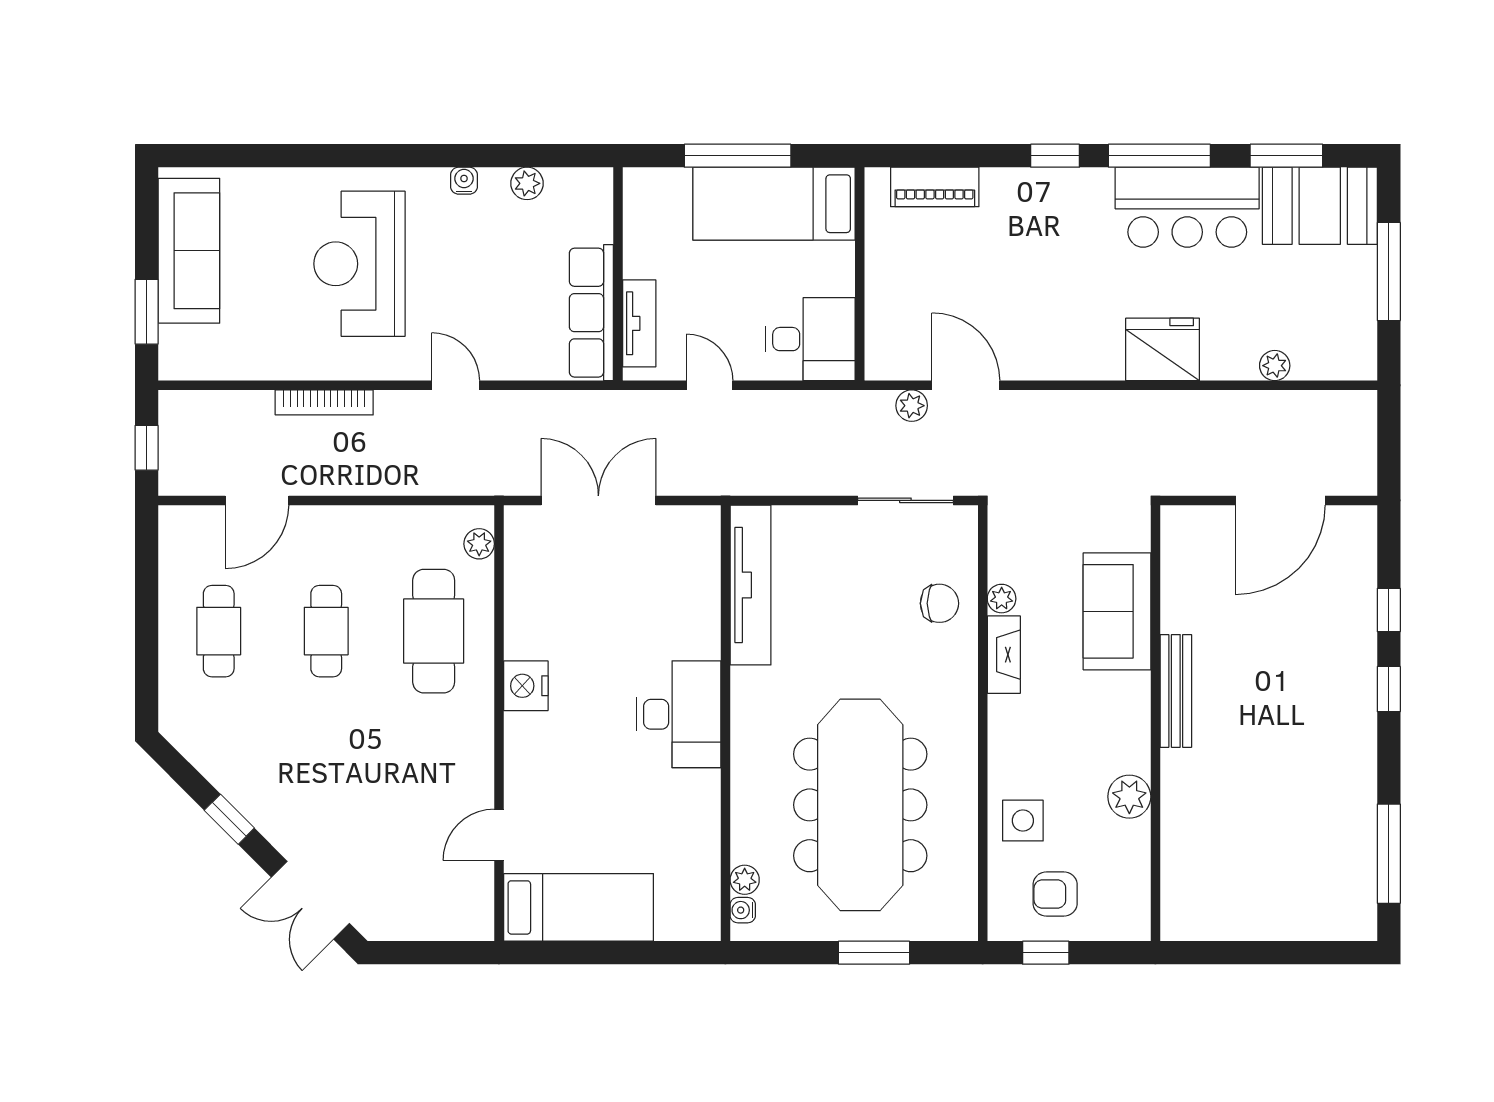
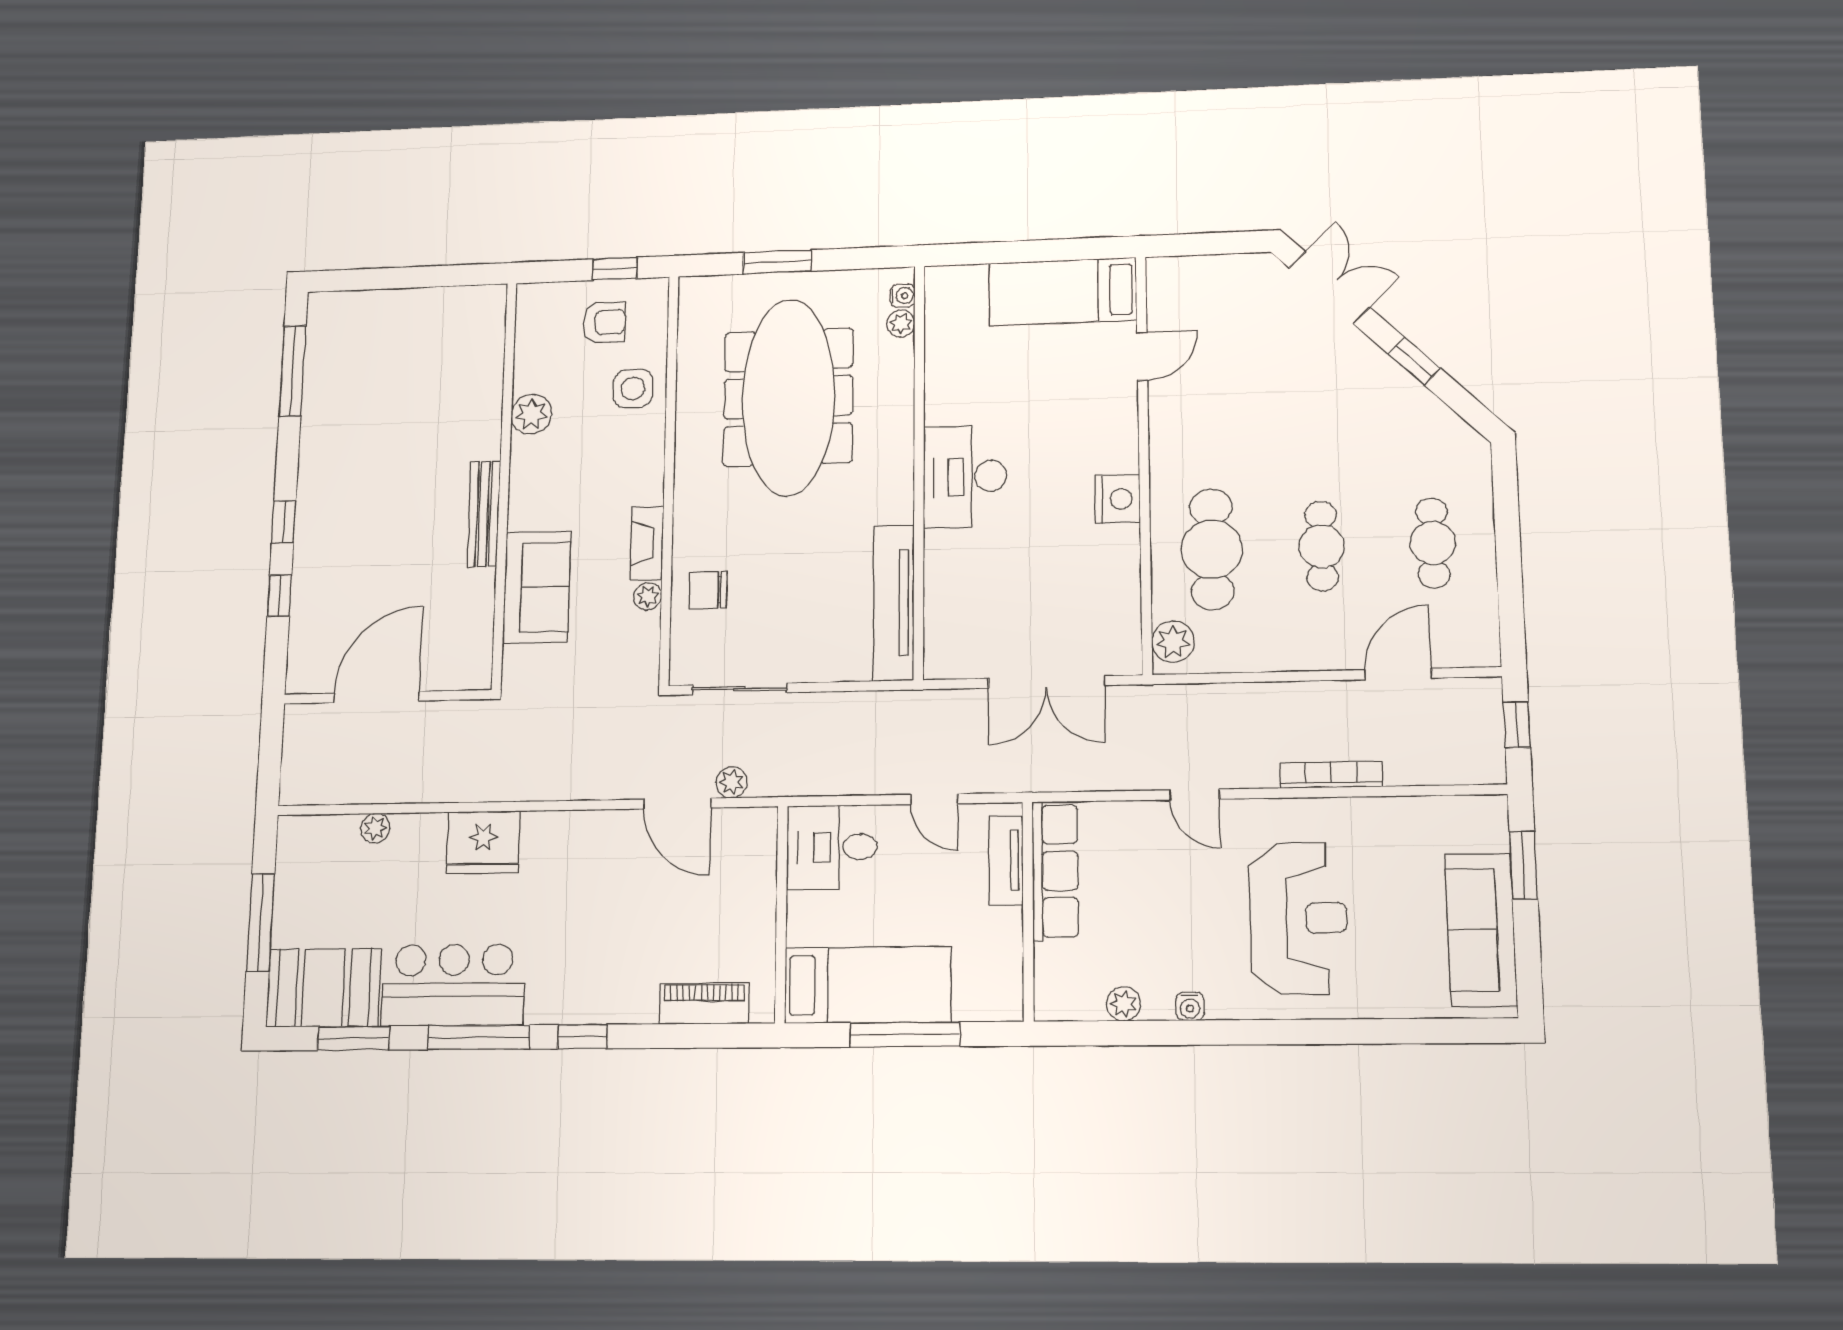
plant: (479, 544) -> (1173, 642), width x1.38, depth x1.38

